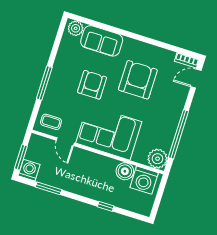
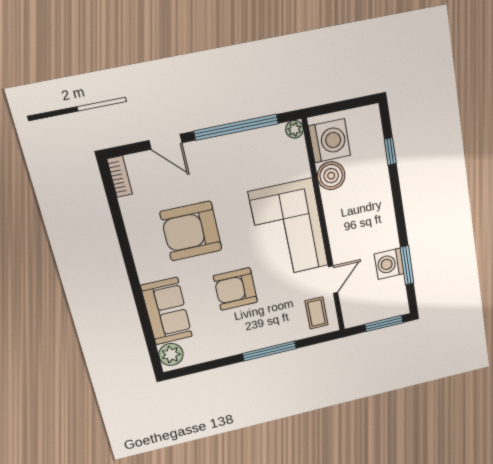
door: (196, 79) -> (166, 142), moved
plant: (158, 159) -> (294, 129), width x0.53, depth x0.53
washing machine: (29, 170) -> (389, 264), moved
window: (106, 206) -> (390, 151), moved

